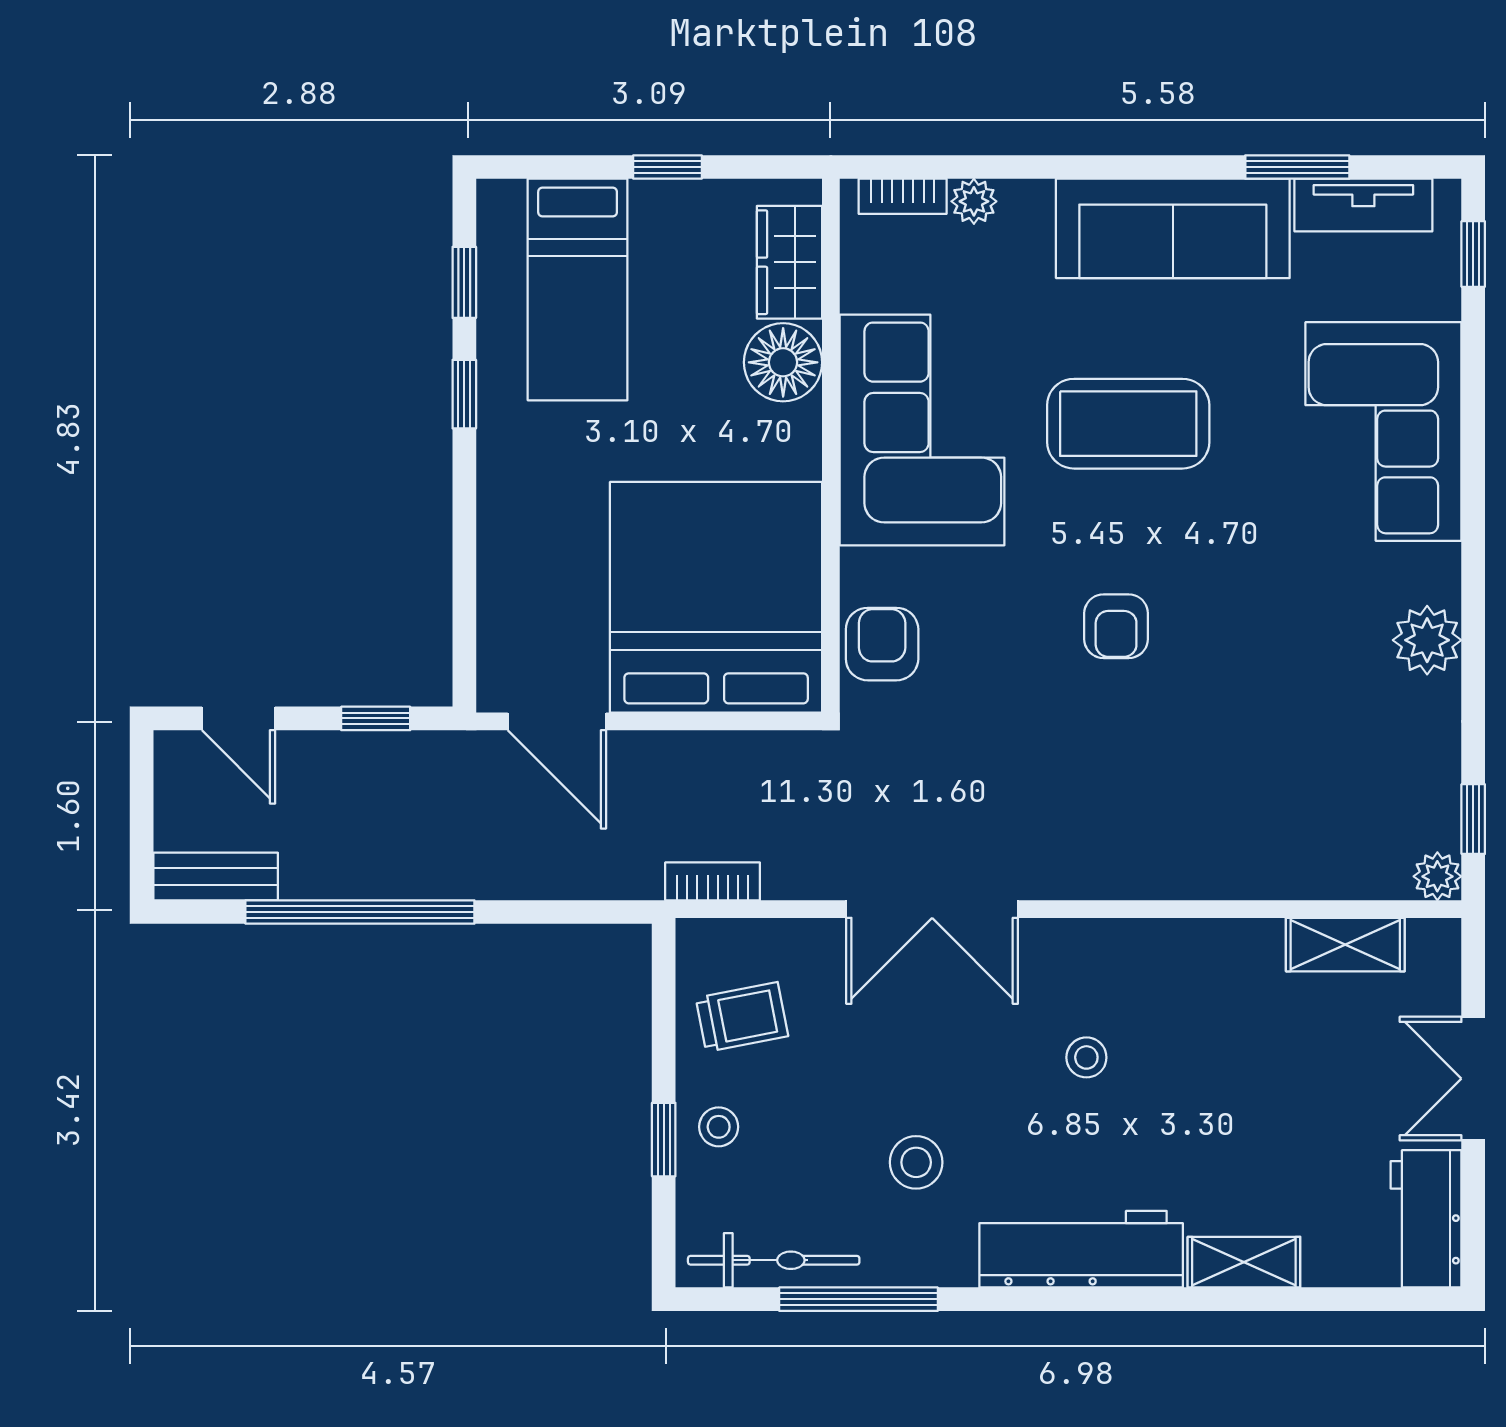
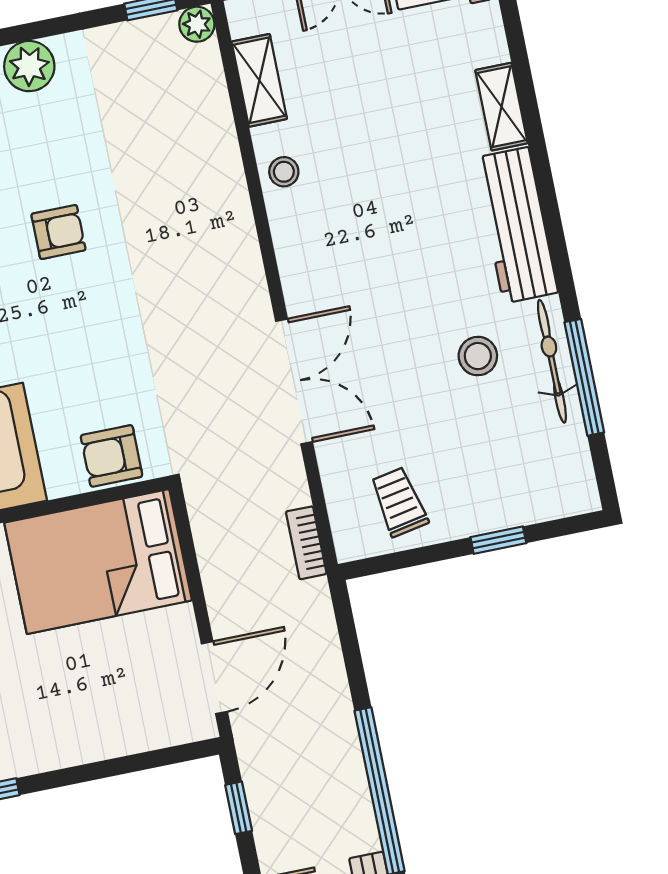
bed: (716, 597) -> (98, 561), width x0.73
armchair: (1116, 626) -> (58, 232), moved
stool: (1086, 1057) -> (284, 172), moved
stool: (719, 1127) -> (481, 503), removed
bicycle: (774, 1260) -> (552, 361), moved

